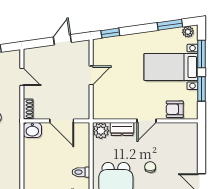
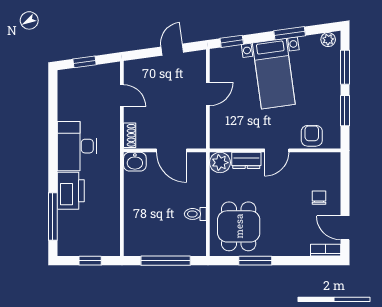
window: (170, 25) -> (290, 33), moved
bed with nightstands: (171, 67) -> (274, 74), moved, turned -98
armchair: (175, 109) -> (312, 136), turned 90
chair: (150, 167) -> (319, 198), moved

